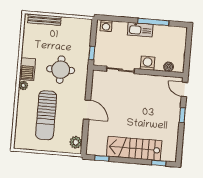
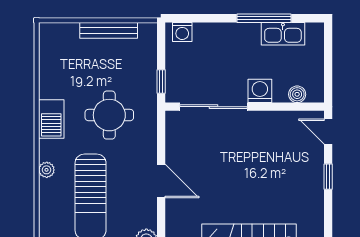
bench: (44, 20) -> (109, 30), moved
kitchen sink: (140, 30) -> (283, 34), moved
sliding door: (120, 70) -> (214, 107), width x1.37
plant: (23, 85) -> (47, 170), moved

